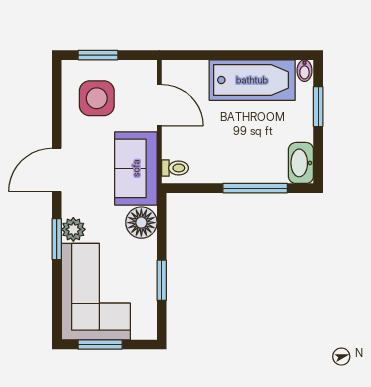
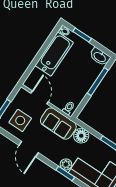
door: (159, 105) -> (40, 97), hinge flipped
door: (57, 170) -> (29, 149), moved

